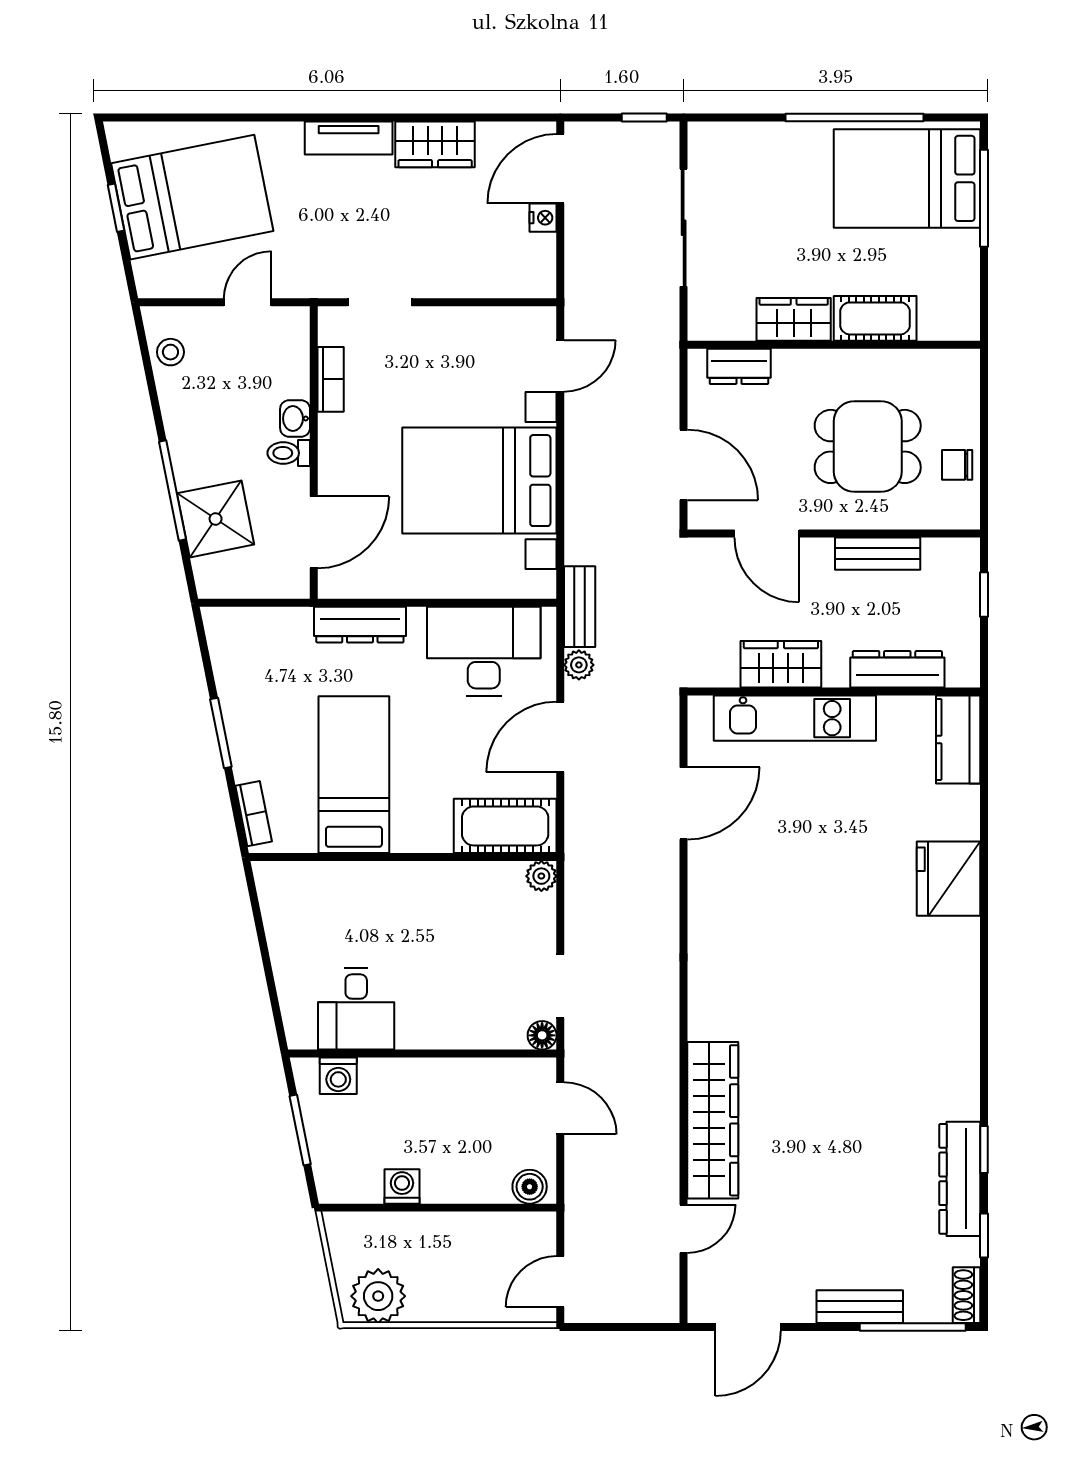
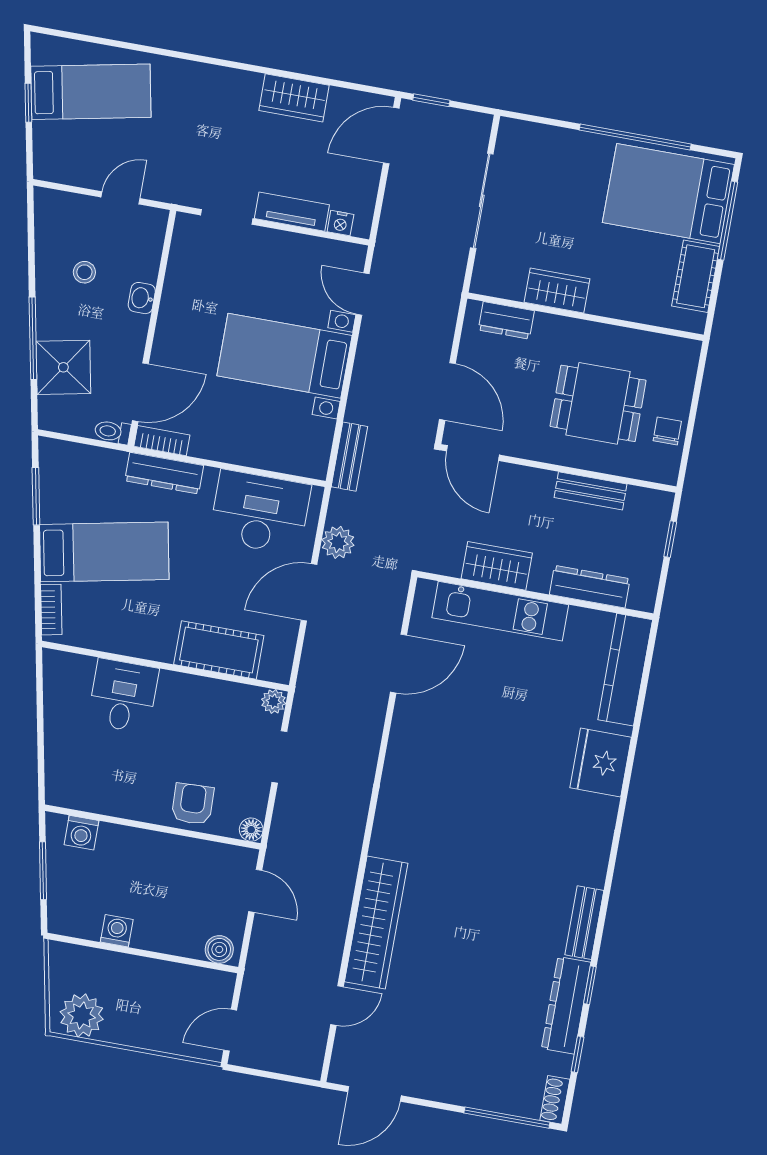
window: (644, 117) -> (431, 100), moved
tv unit: (349, 138) -> (292, 212), moved, turned 180
bed: (192, 197) -> (91, 92), width x0.67
nightstand: (543, 218) -> (340, 223), moved, turned 90
cot: (875, 318) -> (696, 276), moved, turned 90
stool: (170, 352) -> (84, 272), moved
door: (560, 366) -> (363, 294), swing flipped
bookcase: (331, 379) -> (162, 441), moved, turned -90
toilet: (289, 453) -> (113, 432), moved
chair: (957, 465) -> (667, 431), turned 90
bed with nightstands: (479, 481) -> (284, 356), width x0.73
door: (767, 533) -> (473, 453), moved
bench: (580, 607) -> (349, 457), moved
plant: (579, 665) -> (338, 542), width x1.38, depth x1.38
window: (221, 733) -> (36, 496), moved
kitchen counter: (958, 739) -> (625, 670), width x1.50
bed: (354, 775) -> (104, 552), moved, turned 79
cot: (505, 826) -> (219, 650), moved
doorway: (560, 986) -> (279, 757), moved
desk: (356, 1009) -> (123, 696), moved, turned 180
armchair: (466, 1017) -> (193, 804), added
bench: (860, 1307) -> (584, 923), moved, turned 90

